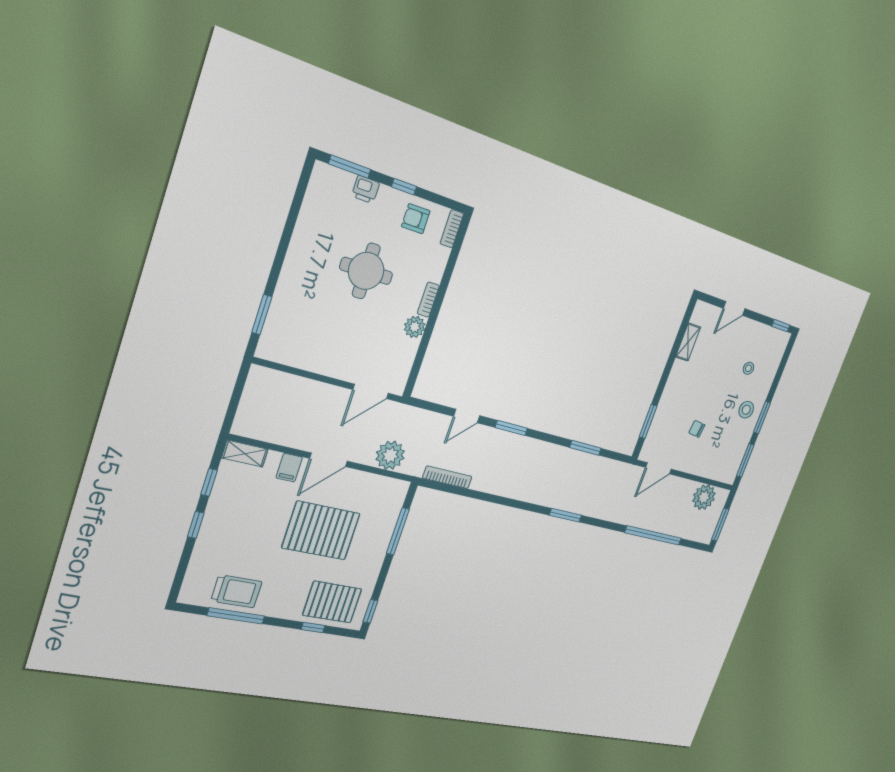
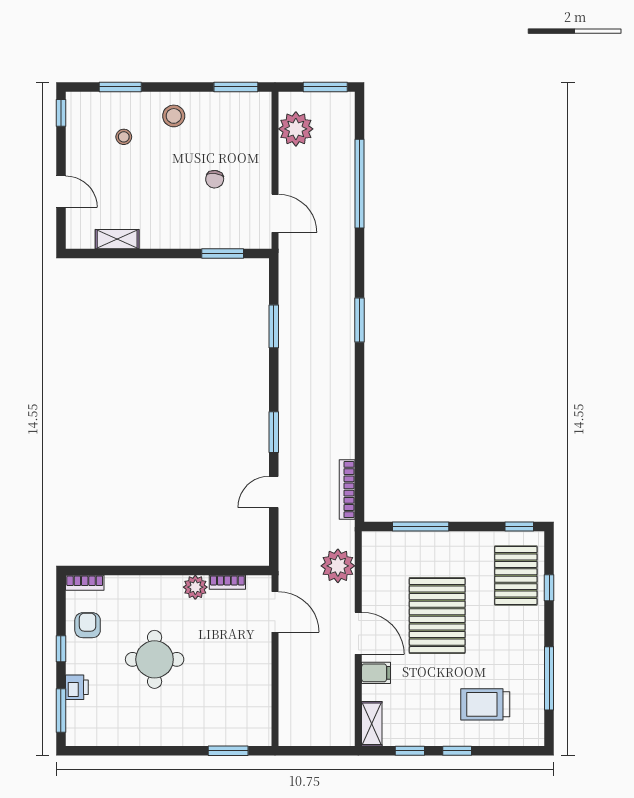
armchair: (416, 219) -> (88, 625), turned 180
bookcase: (428, 300) -> (227, 582), moved
door: (467, 416) -> (274, 492), swing flipped
window: (762, 417) -> (120, 87), moved
trolley: (237, 591) -> (485, 704), moved, turned -90

